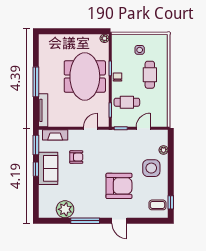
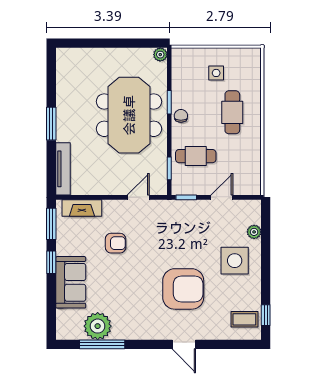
window: (36, 82) -> (51, 124), width x0.69
sofa: (48, 168) -> (71, 282), moved
window: (85, 221) -> (102, 344), moved

